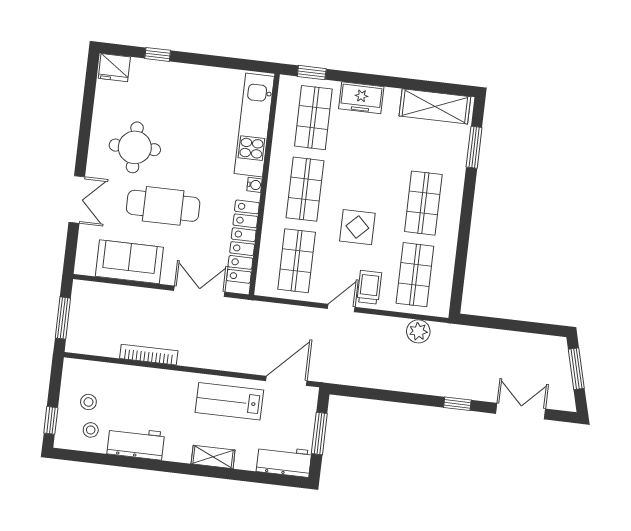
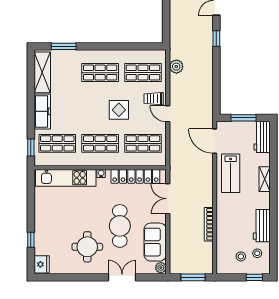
freezer: (361, 98) -> (42, 111), width x1.40
plant: (86, 266) -> (161, 268), added

